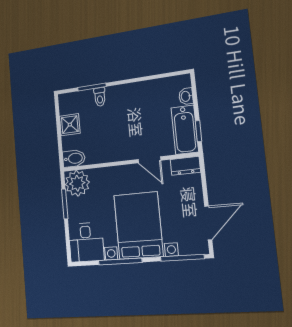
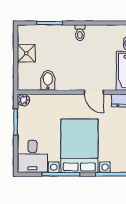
toilet: (100, 97) -> (80, 33), moved
bidet: (74, 158) -> (48, 80), moved, turned -90
plant: (77, 183) -> (23, 100), width x0.53, depth x0.53

